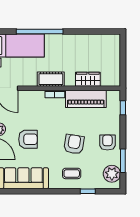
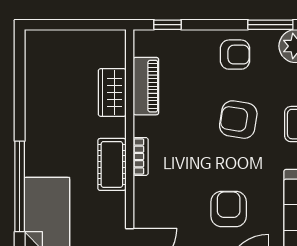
piano: (86, 99) -> (146, 86), width x0.73, depth x0.75
armchair: (107, 143) -> (235, 55), turned 180

